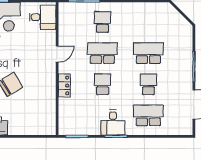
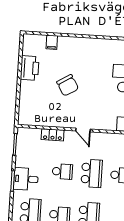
door: (57, 54) -> (83, 130), moved
locker: (64, 85) -> (53, 135), moved

